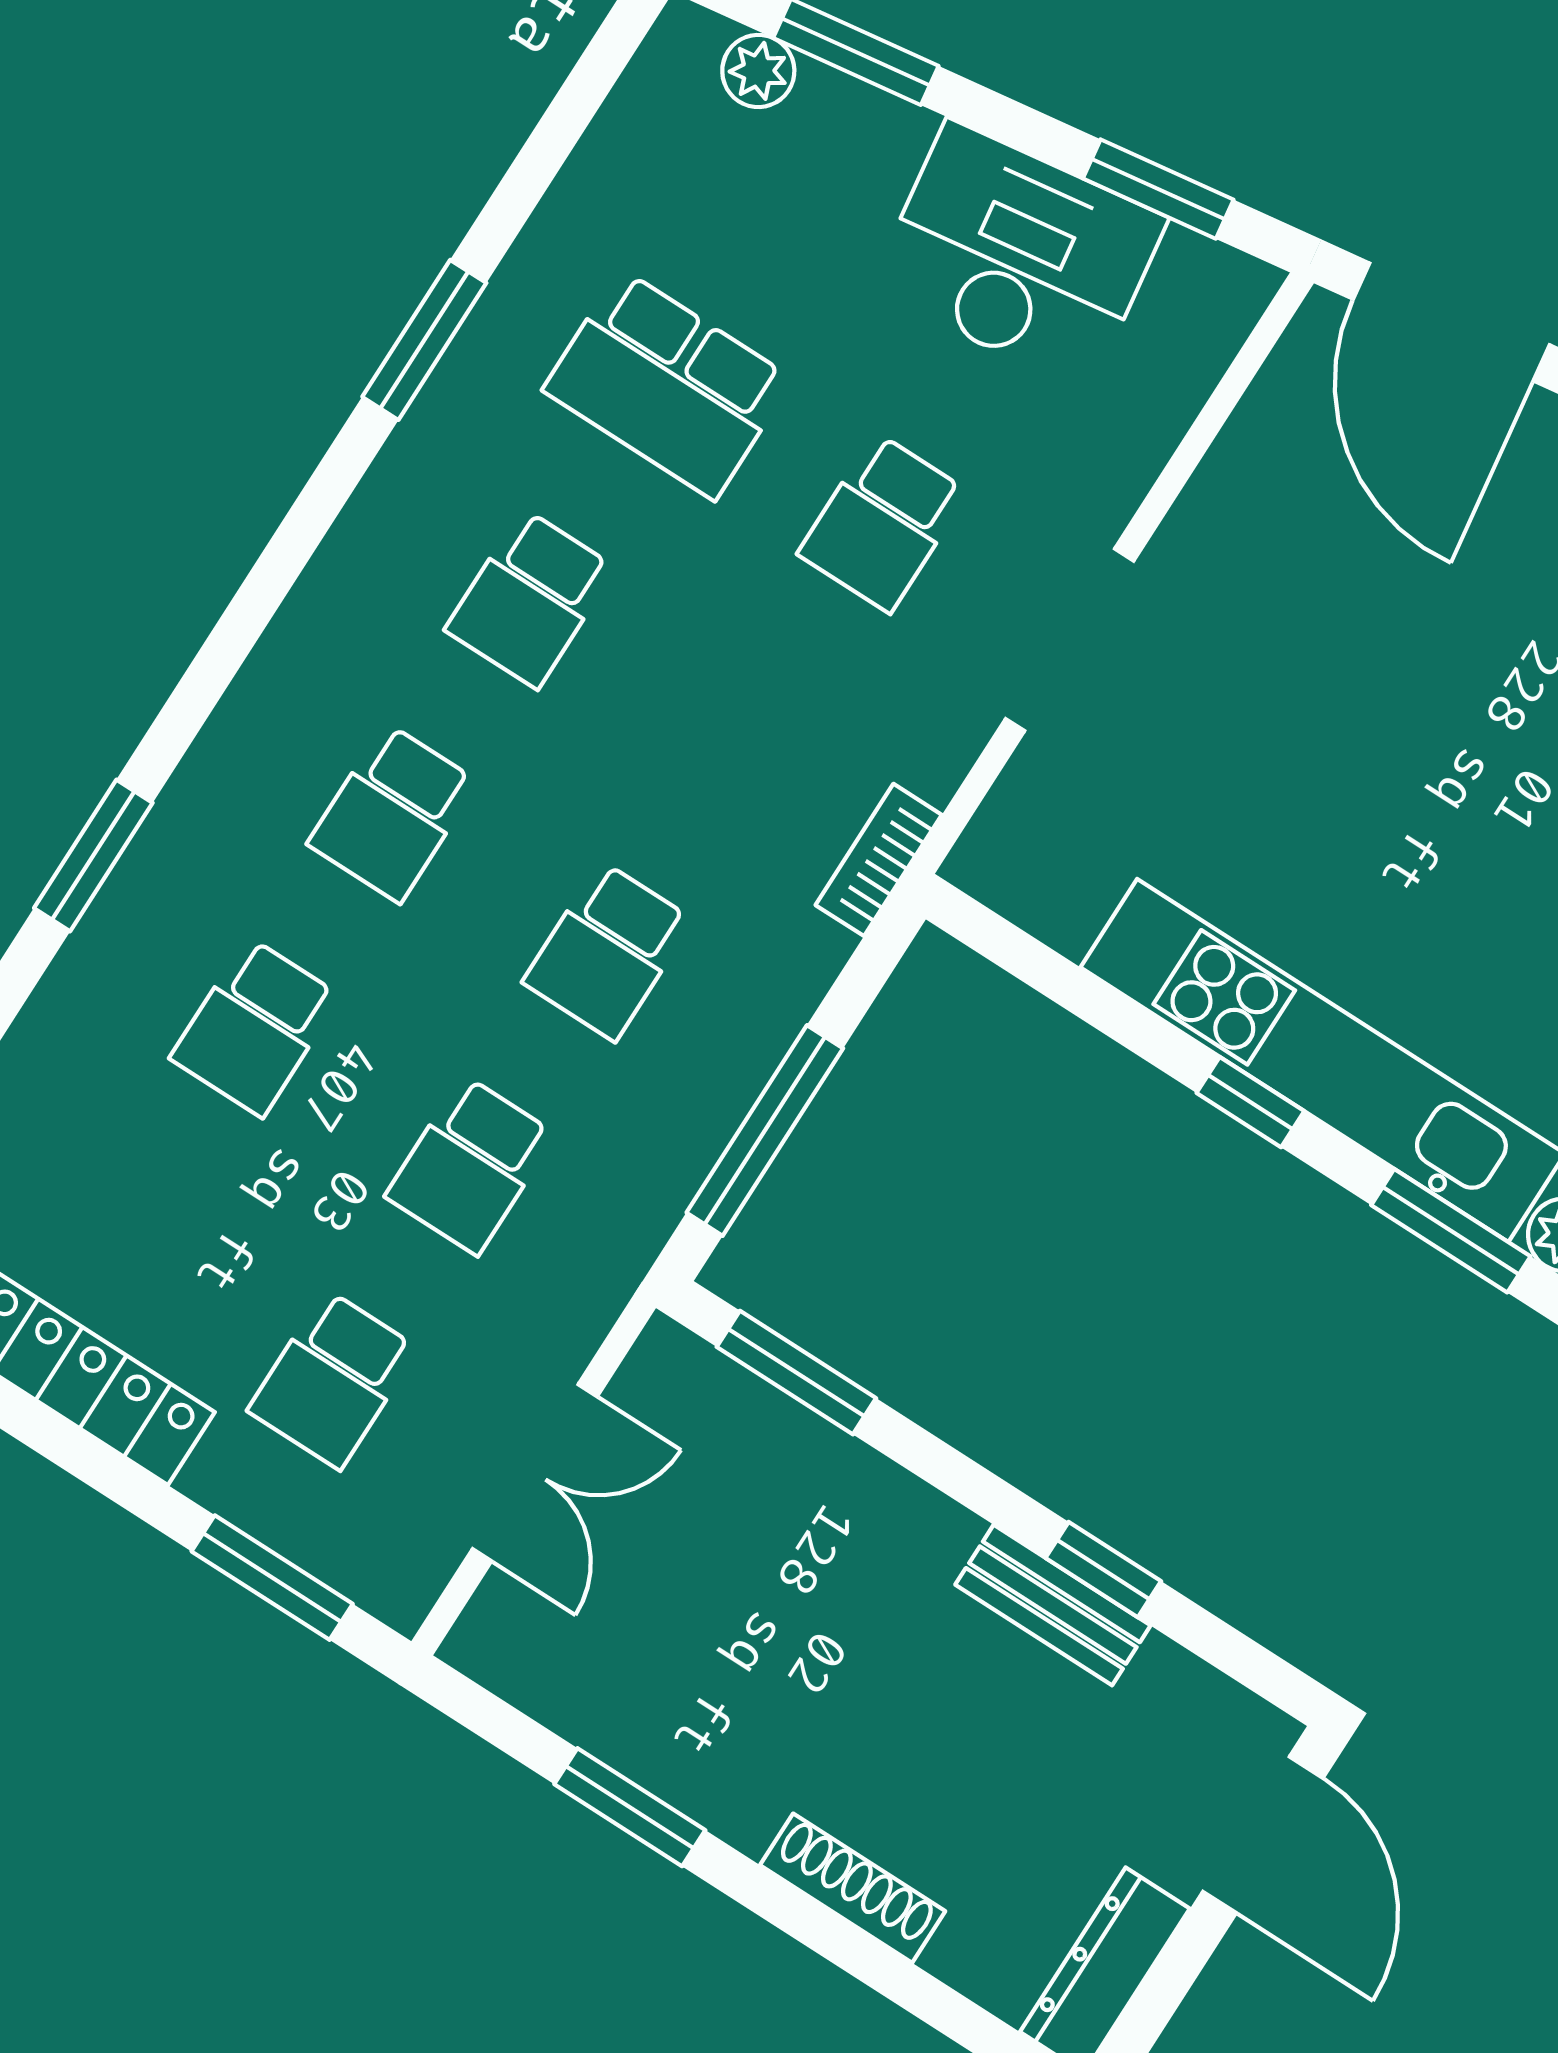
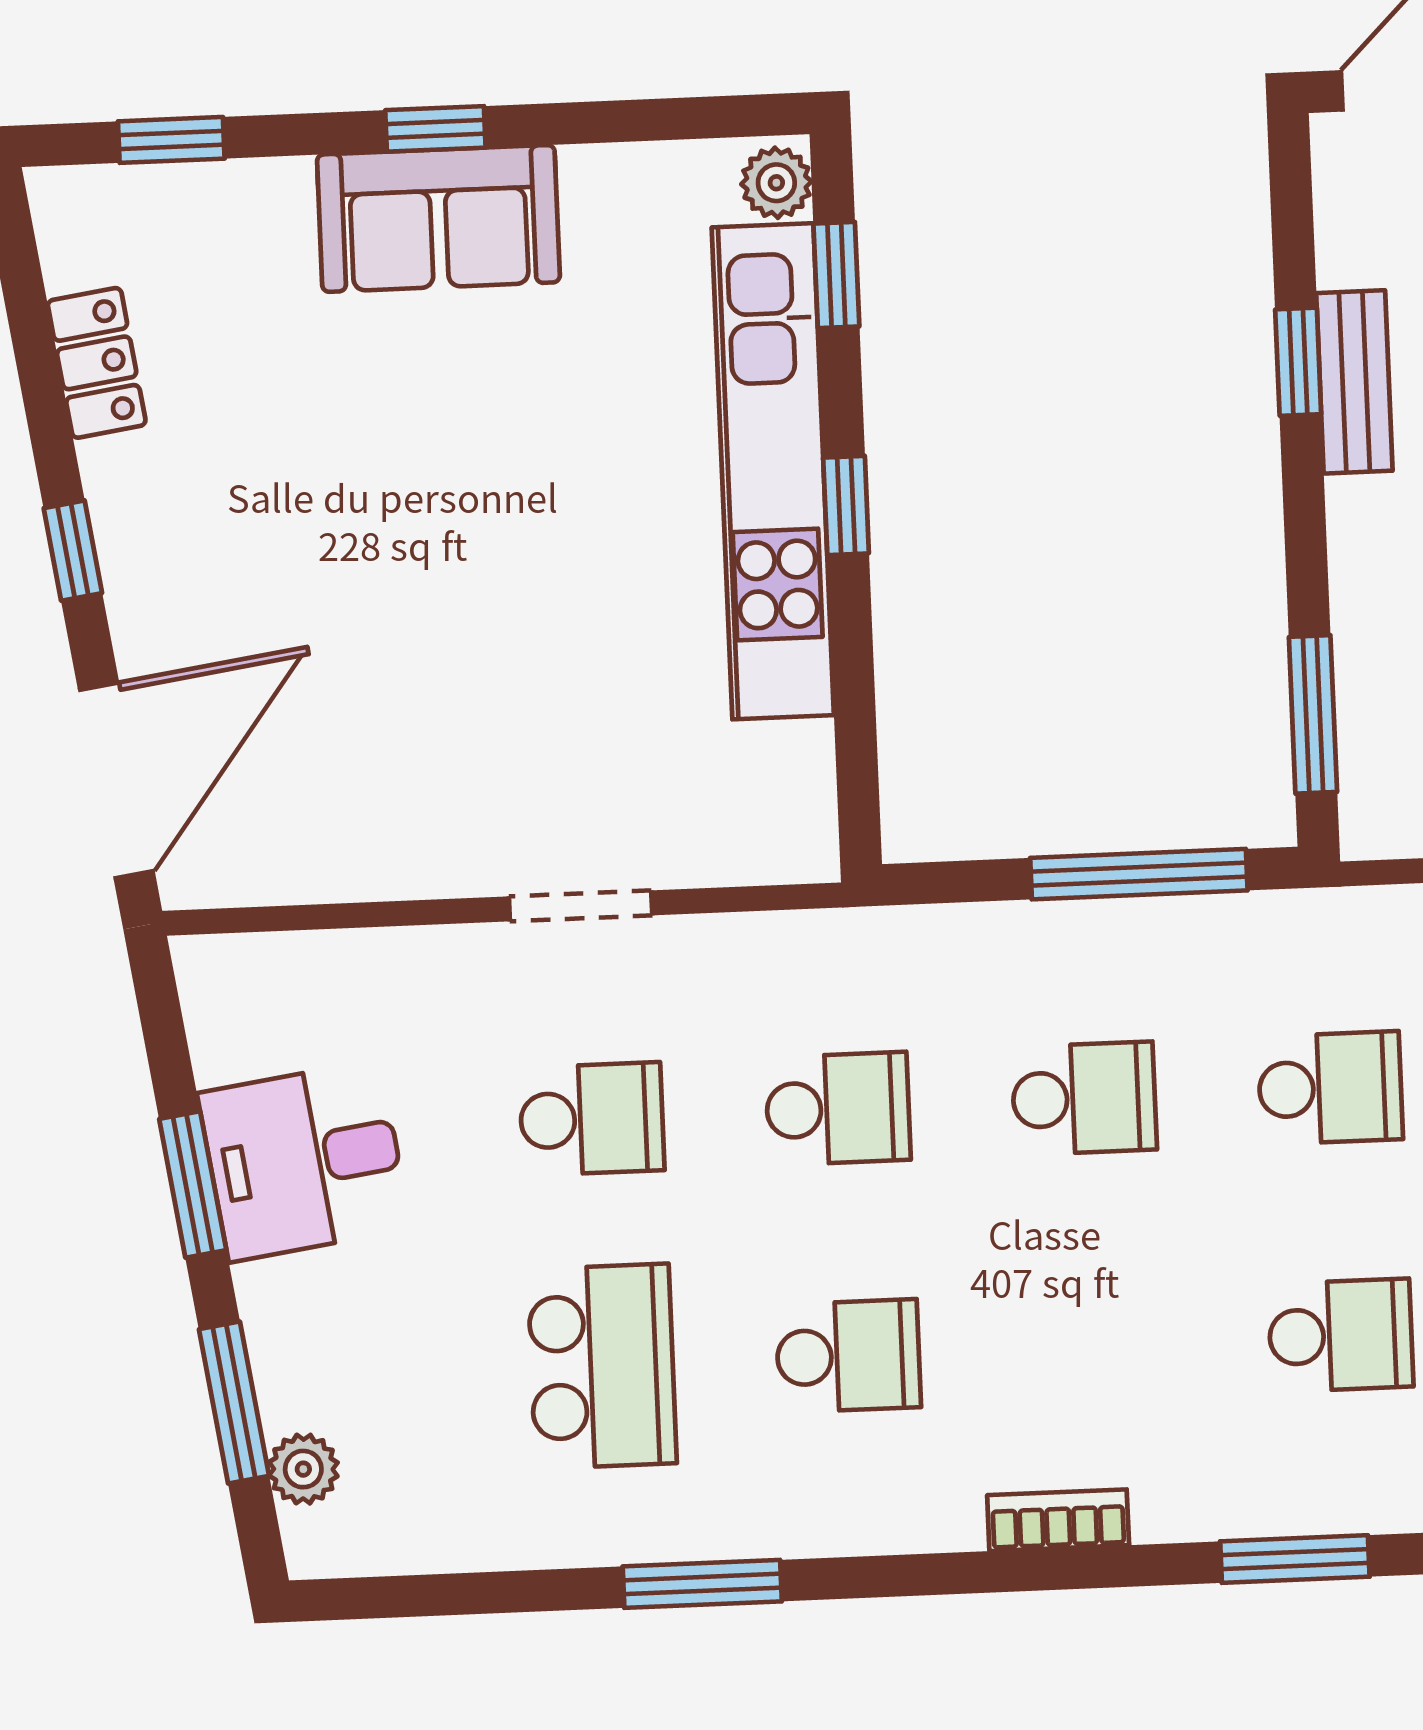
window: (1158, 189) -> (193, 1185), moved
desk: (1018, 255) -> (304, 1161), width x0.73
doorway: (1070, 640) -> (581, 906), width x0.73
school desk: (393, 813) -> (838, 1109), moved
bookcase: (879, 860) -> (1058, 1520), moved, turned 180
window: (1451, 1231) -> (836, 275), width x0.67

